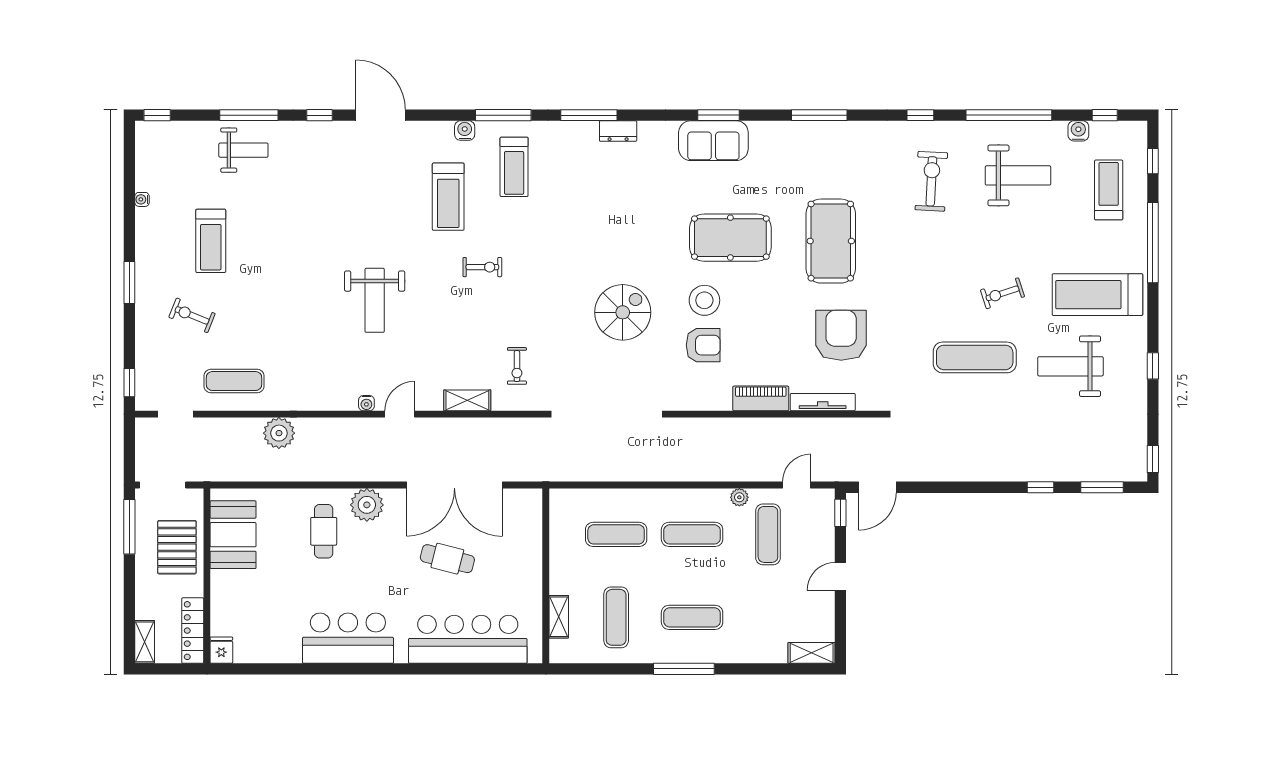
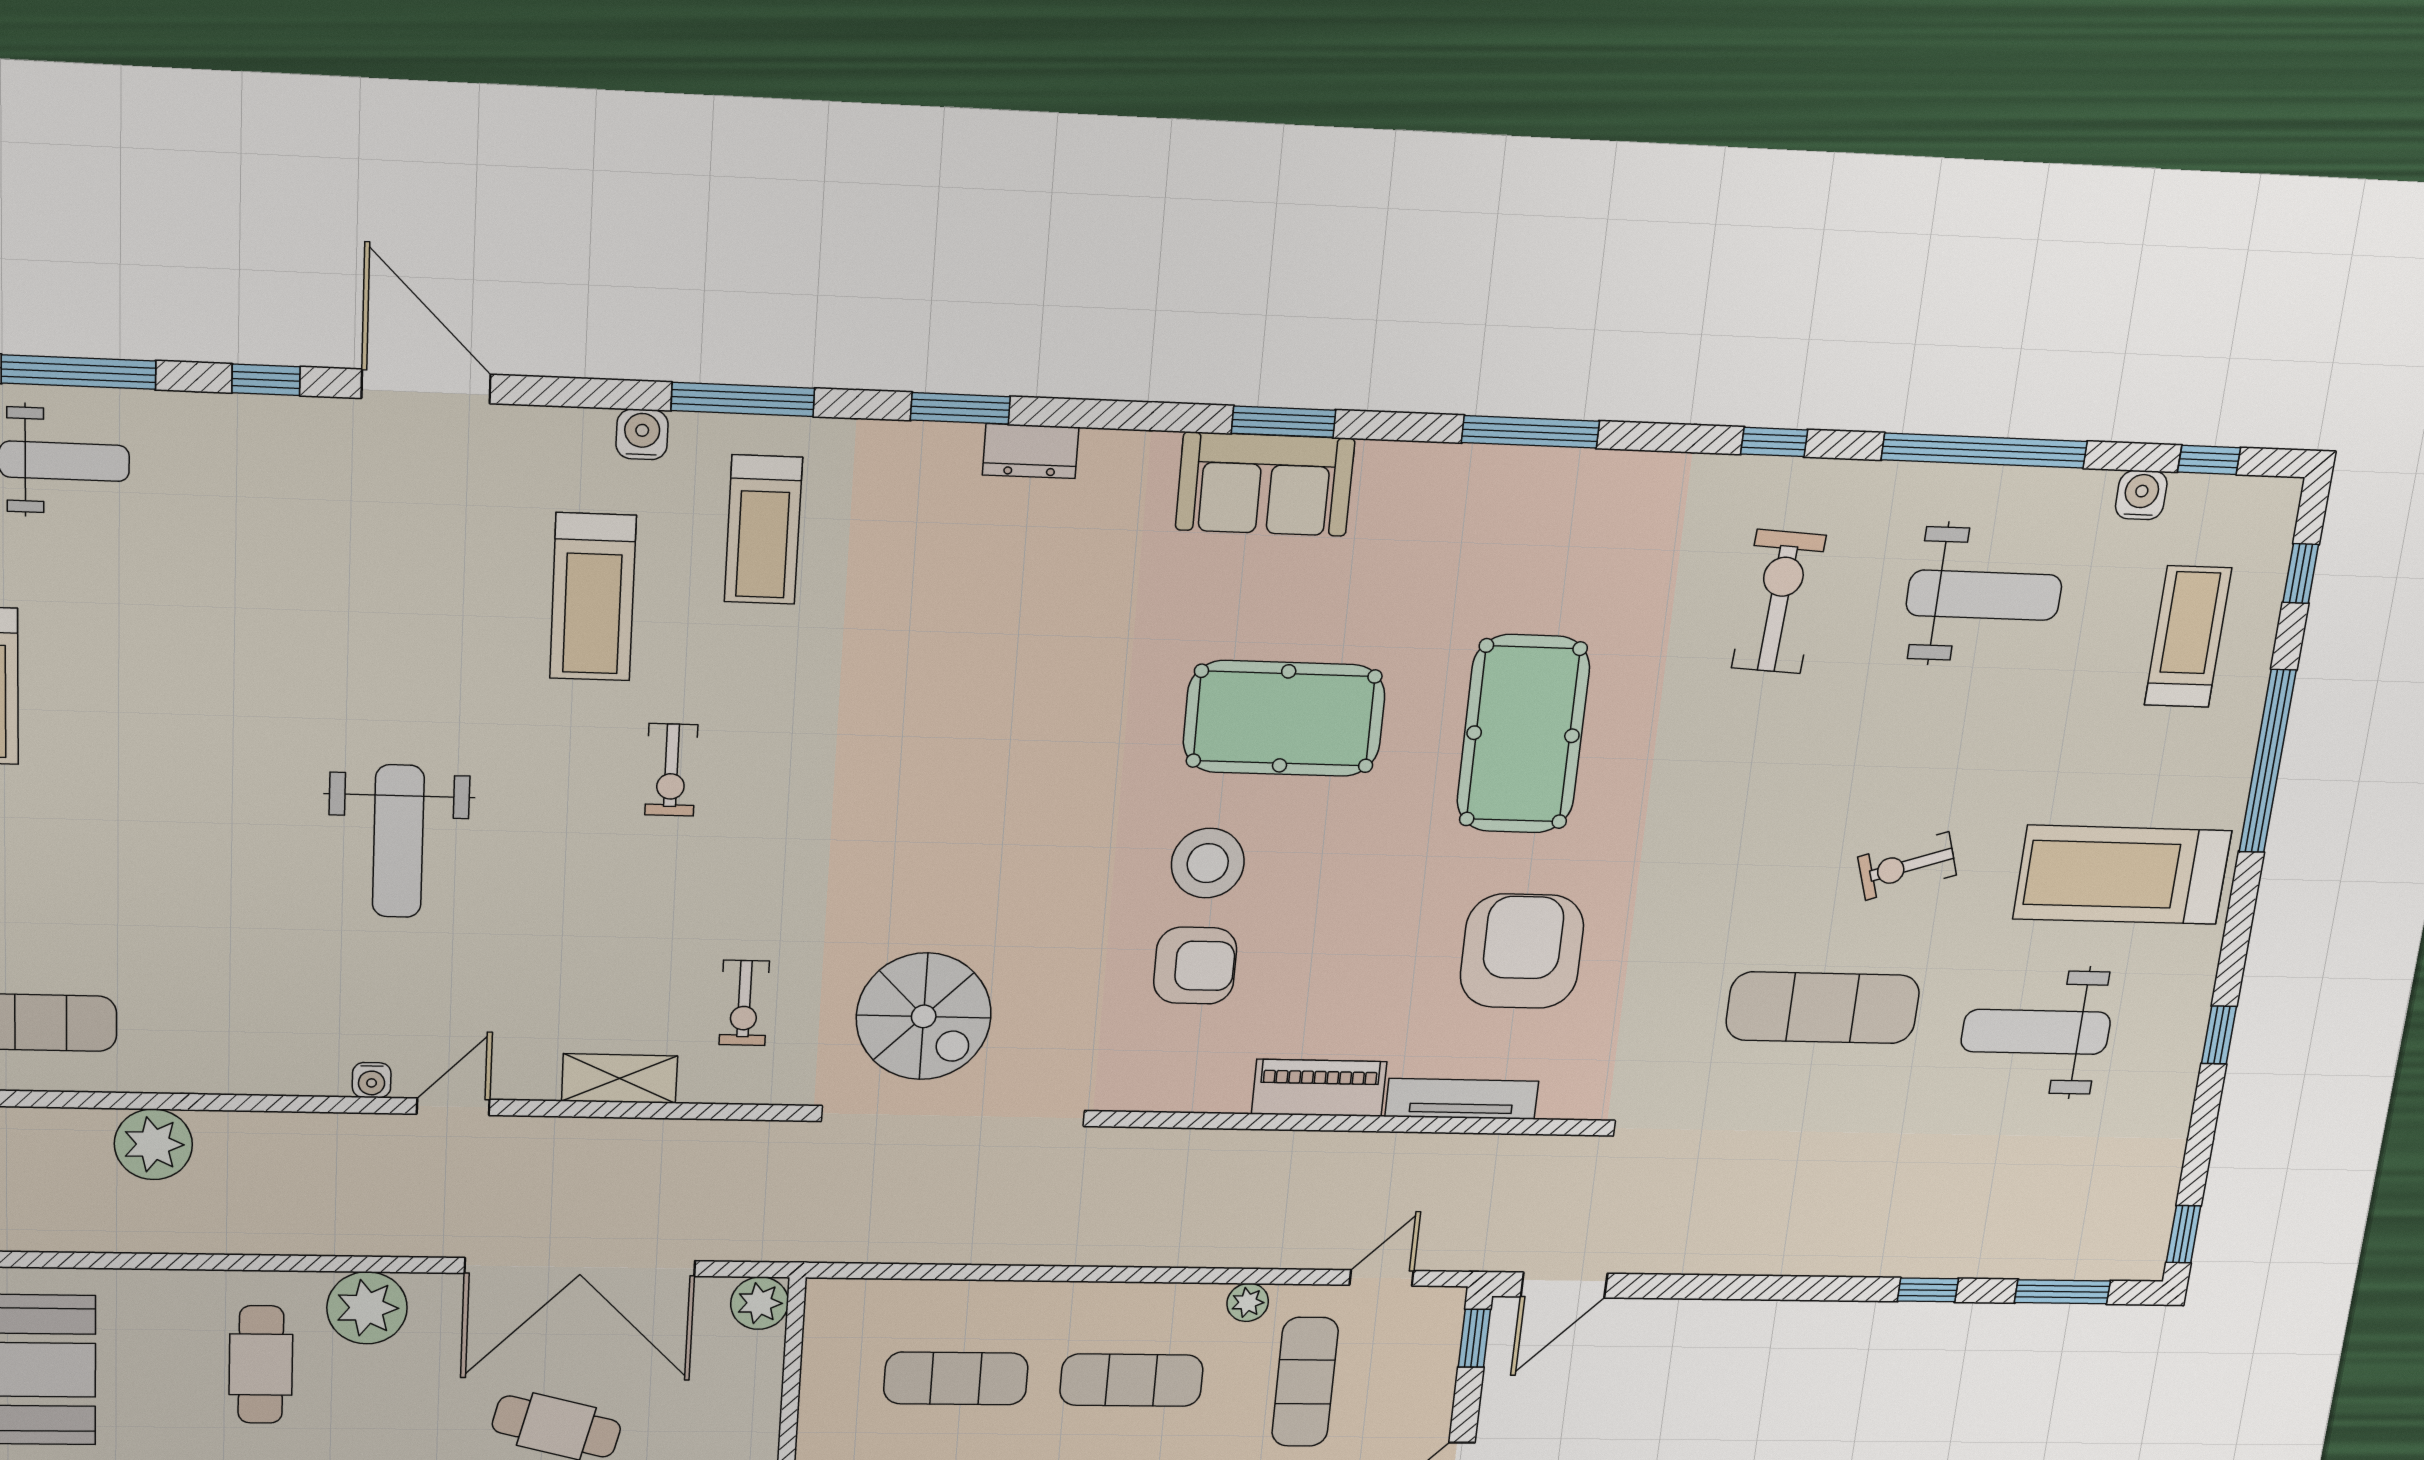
window: (589, 115) -> (960, 408), width x0.69
exercise bike: (482, 267) -> (671, 770), turned 90
spiral stairs: (623, 312) -> (924, 1016), moved, turned 90
plant: (530, 500) -> (760, 1303), added

